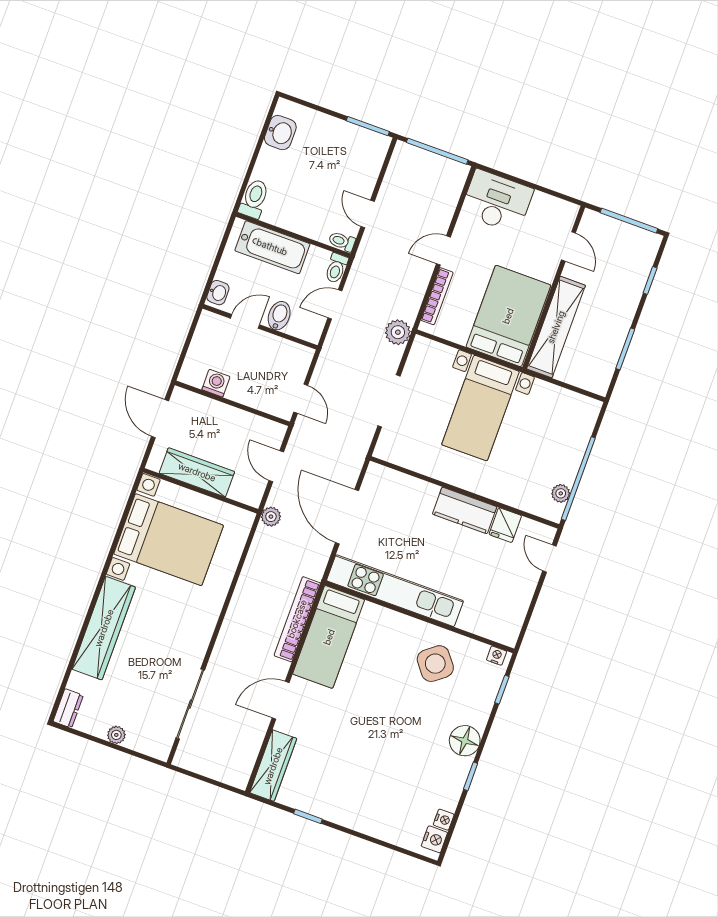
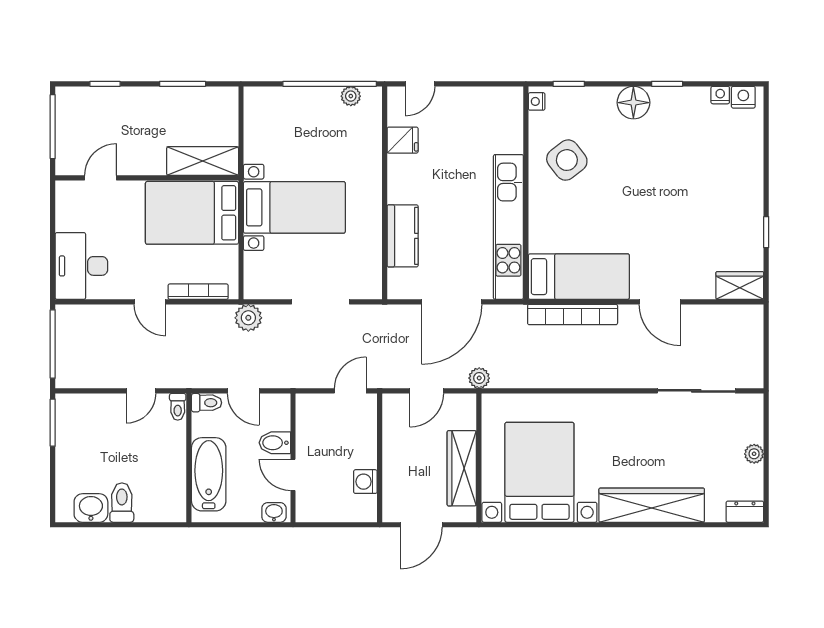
toilet: (254, 199) -> (122, 503), moved, turned 90
shelving: (556, 327) -> (203, 161), width x0.68
kitchen counter: (465, 510) -> (403, 236), moved
wardrobe: (273, 766) -> (740, 285), width x0.67

